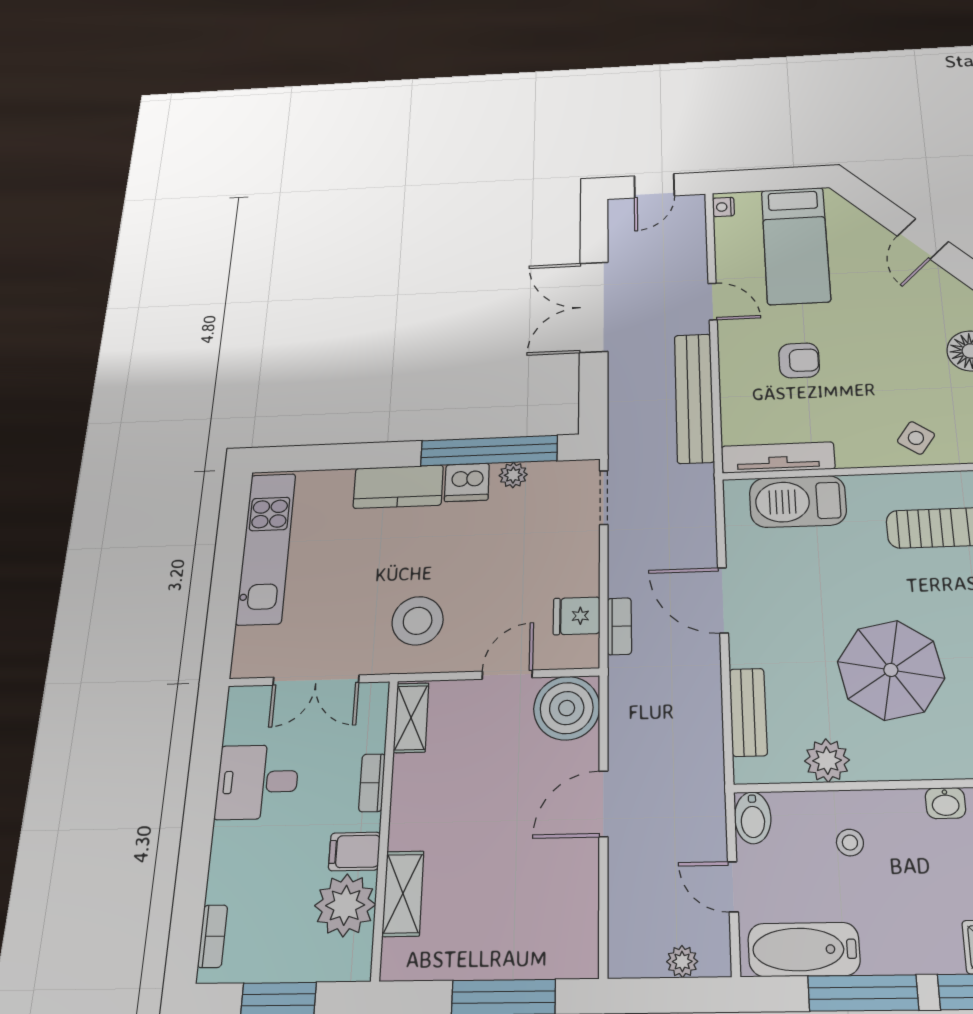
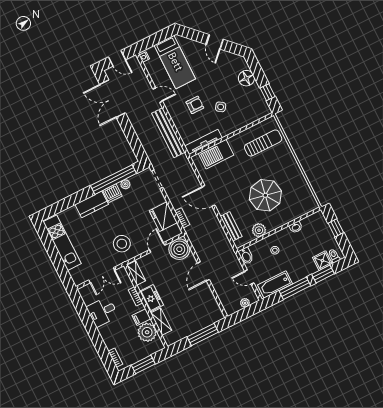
door: (654, 186) -> (117, 58), hinge flipped
double door: (594, 307) -> (113, 99), moved
side table: (916, 438) -> (221, 107), moved
fridge: (577, 616) -> (163, 217), width x1.88, depth x1.34
freezer: (414, 810) -> (152, 298), added

